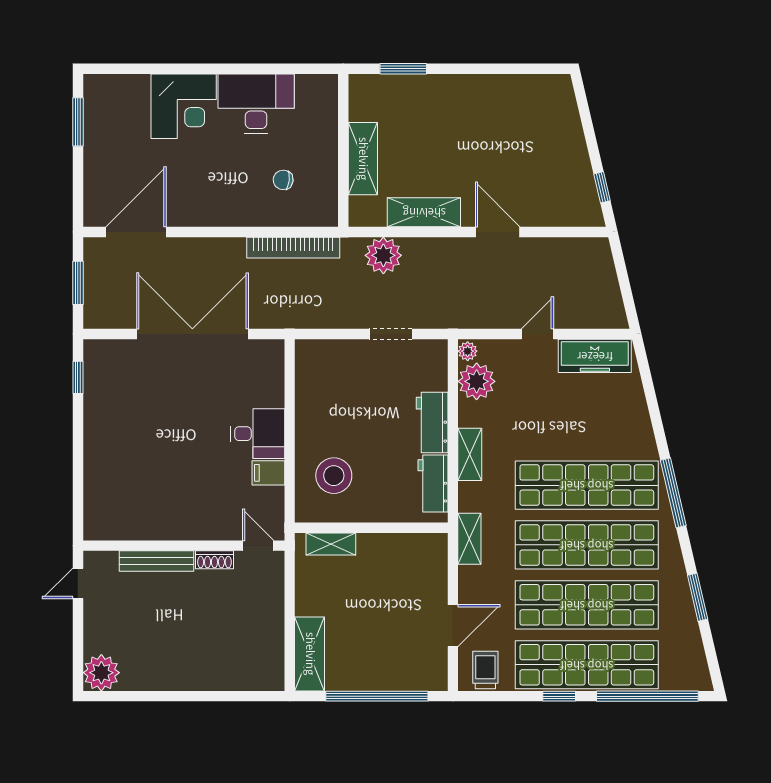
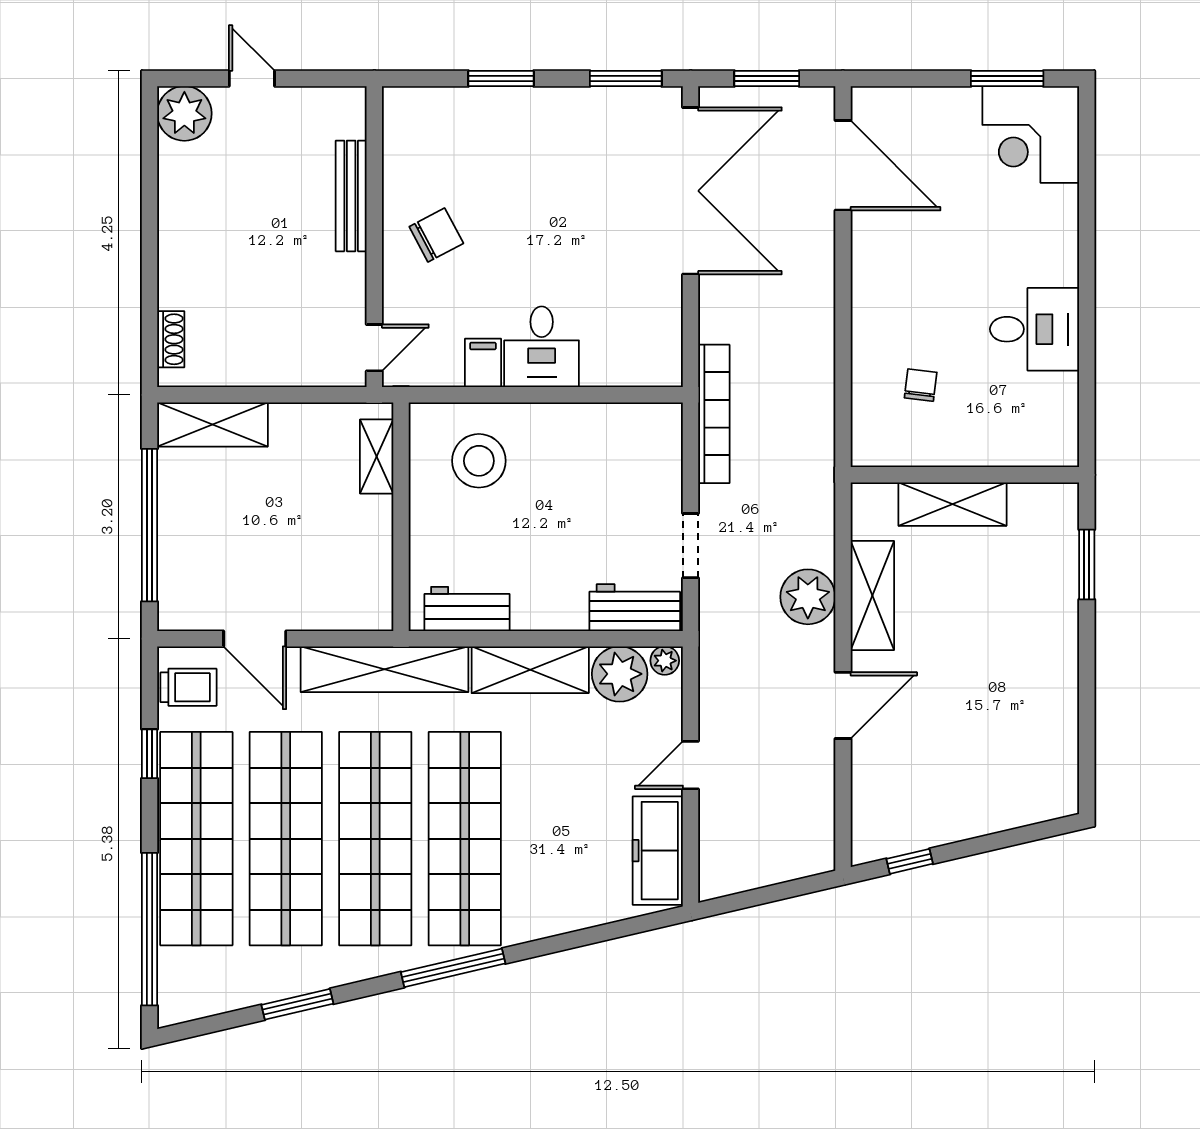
desk: (256, 104) -> (1035, 329), width x0.73
corner desk: (184, 106) -> (1031, 135), moved
bookcase: (293, 248) -> (714, 414), moved, turned 180
plant: (383, 255) -> (808, 597), moved
double door: (192, 334) -> (691, 191), moved
door: (537, 334) -> (691, 765), swing flipped
window: (78, 377) -> (626, 79), width x1.50
workbench: (432, 423) -> (635, 608), moved
shelving: (470, 454) -> (530, 670), width x1.50, depth x1.33
window: (78, 461) -> (501, 79), added
chair: (183, 504) -> (436, 235), added
shelving: (469, 539) -> (385, 669), width x2.20, depth x1.33
shoe rack: (214, 560) -> (171, 339), moved, turned 180
door: (78, 583) -> (252, 79), moved
window: (559, 696) -> (149, 754), moved

